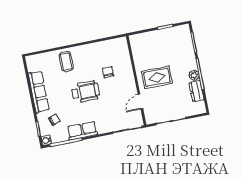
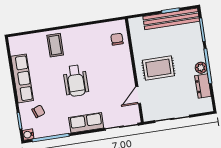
bench: (166, 34) -> (171, 19), added
chair: (108, 72) -> (117, 39), moved
wheelchair: (86, 92) -> (76, 81), turned 90
row of seats: (82, 131) -> (86, 123), moved

